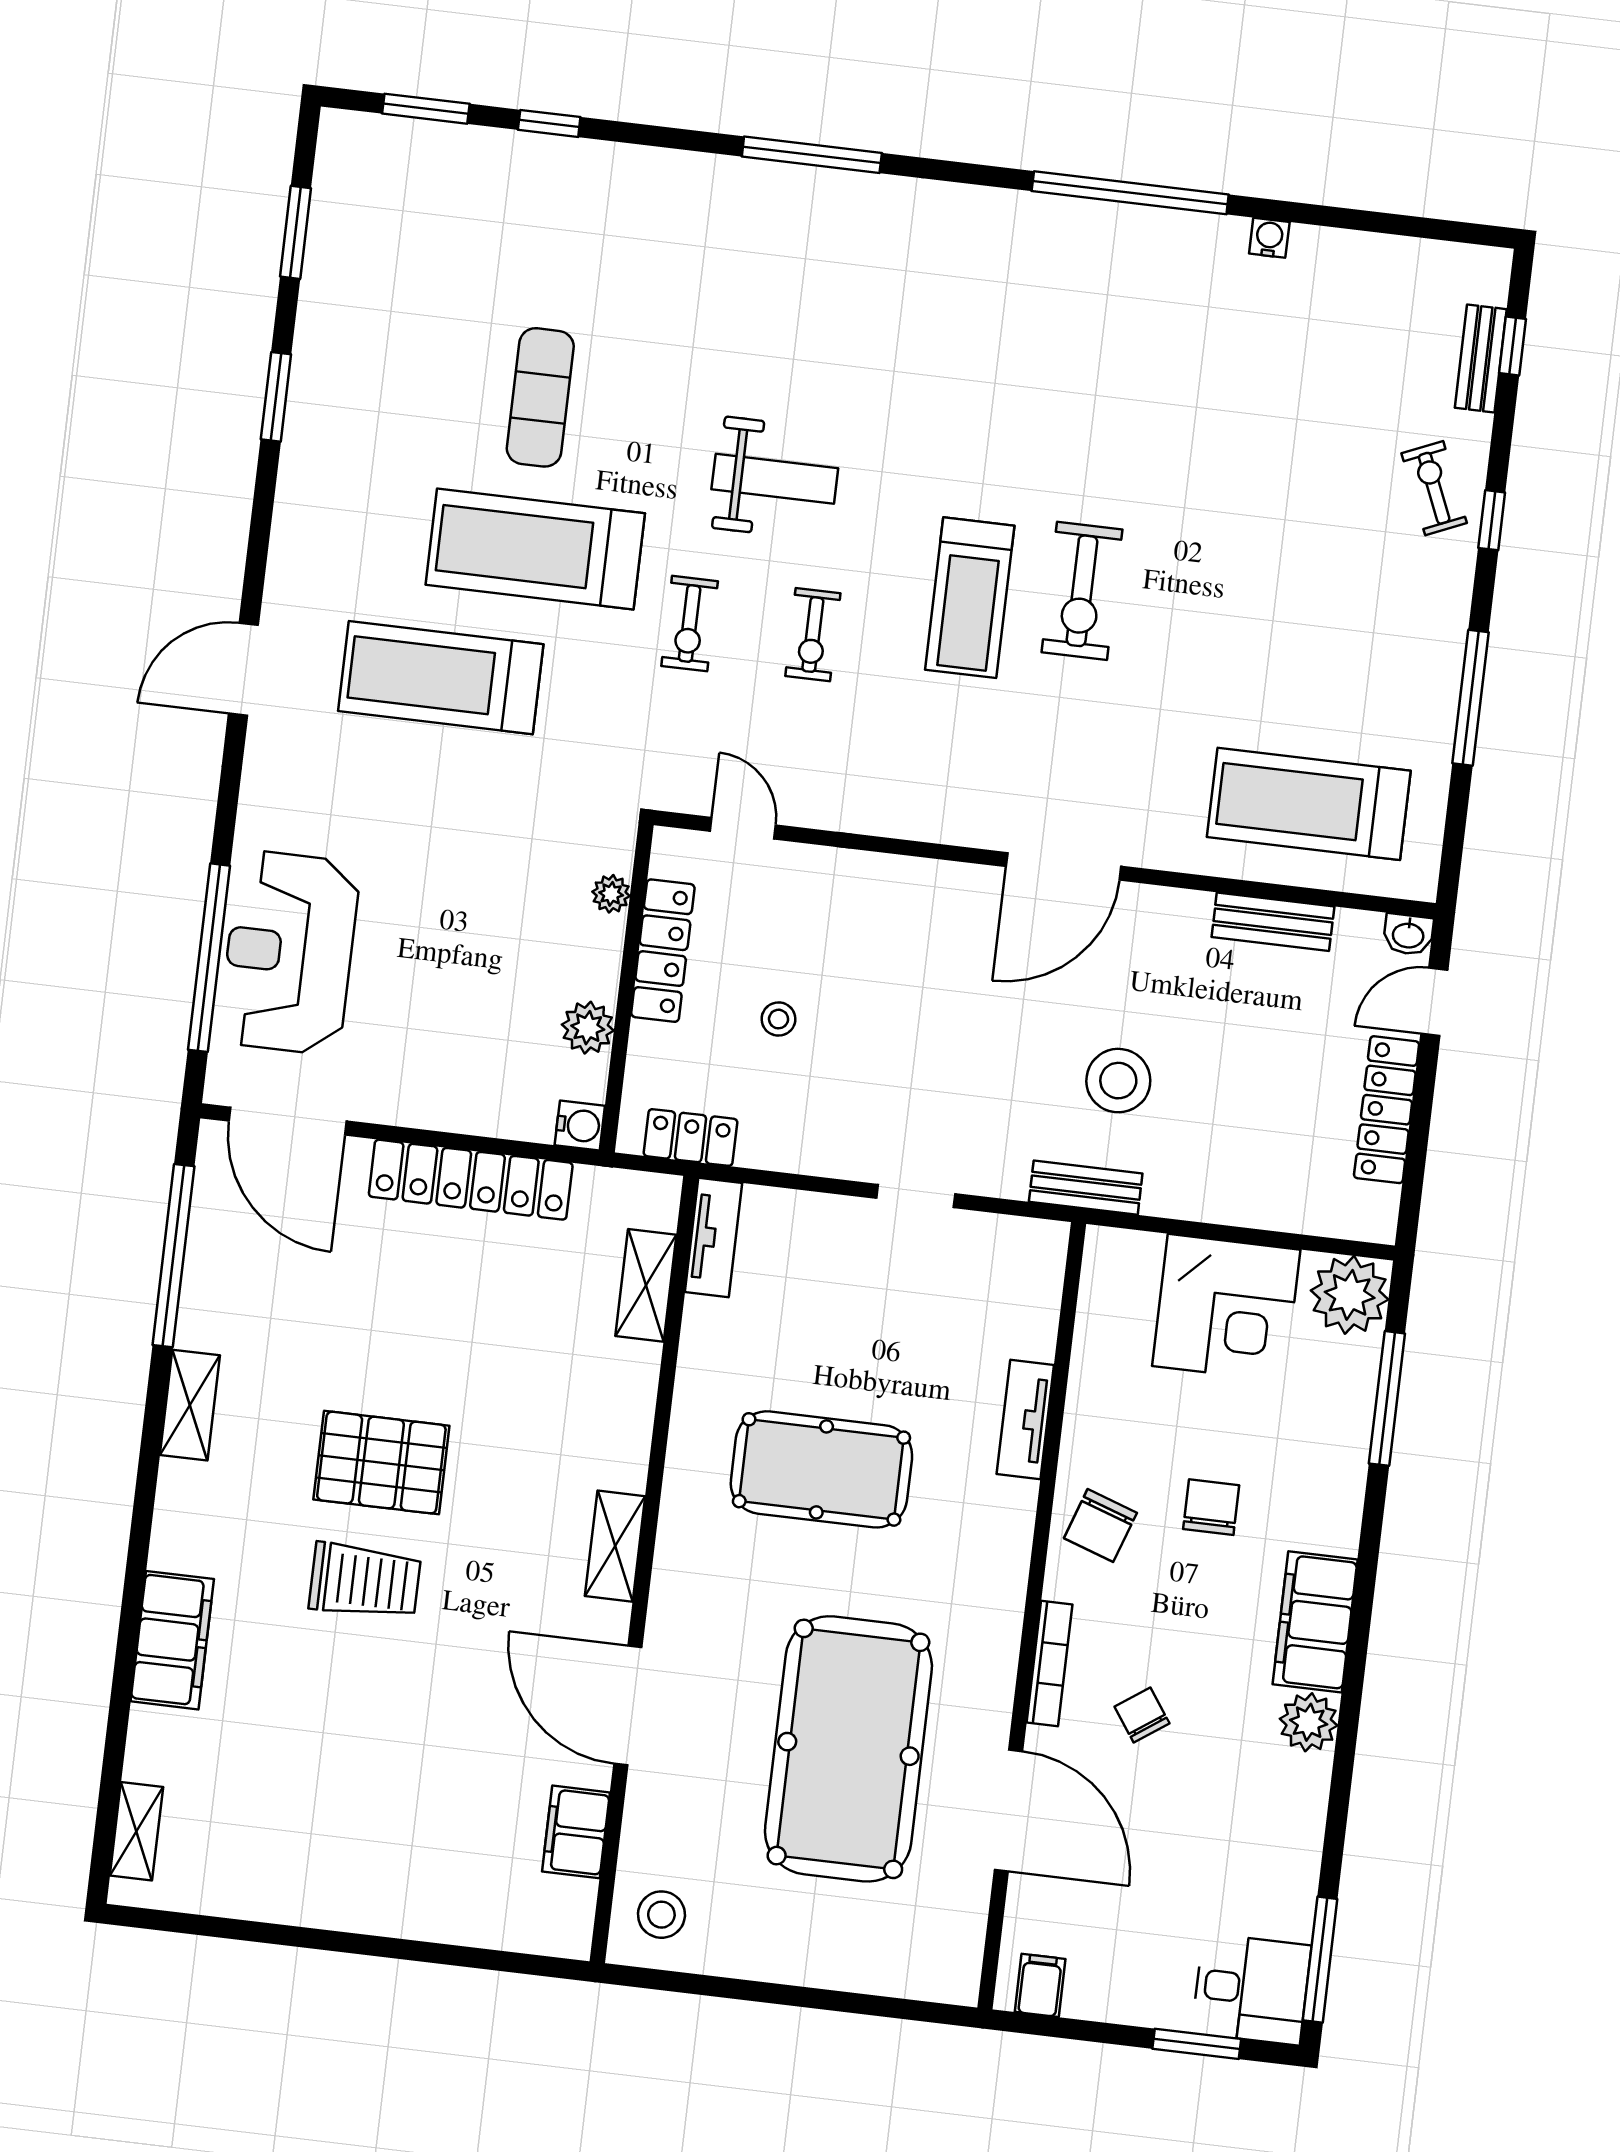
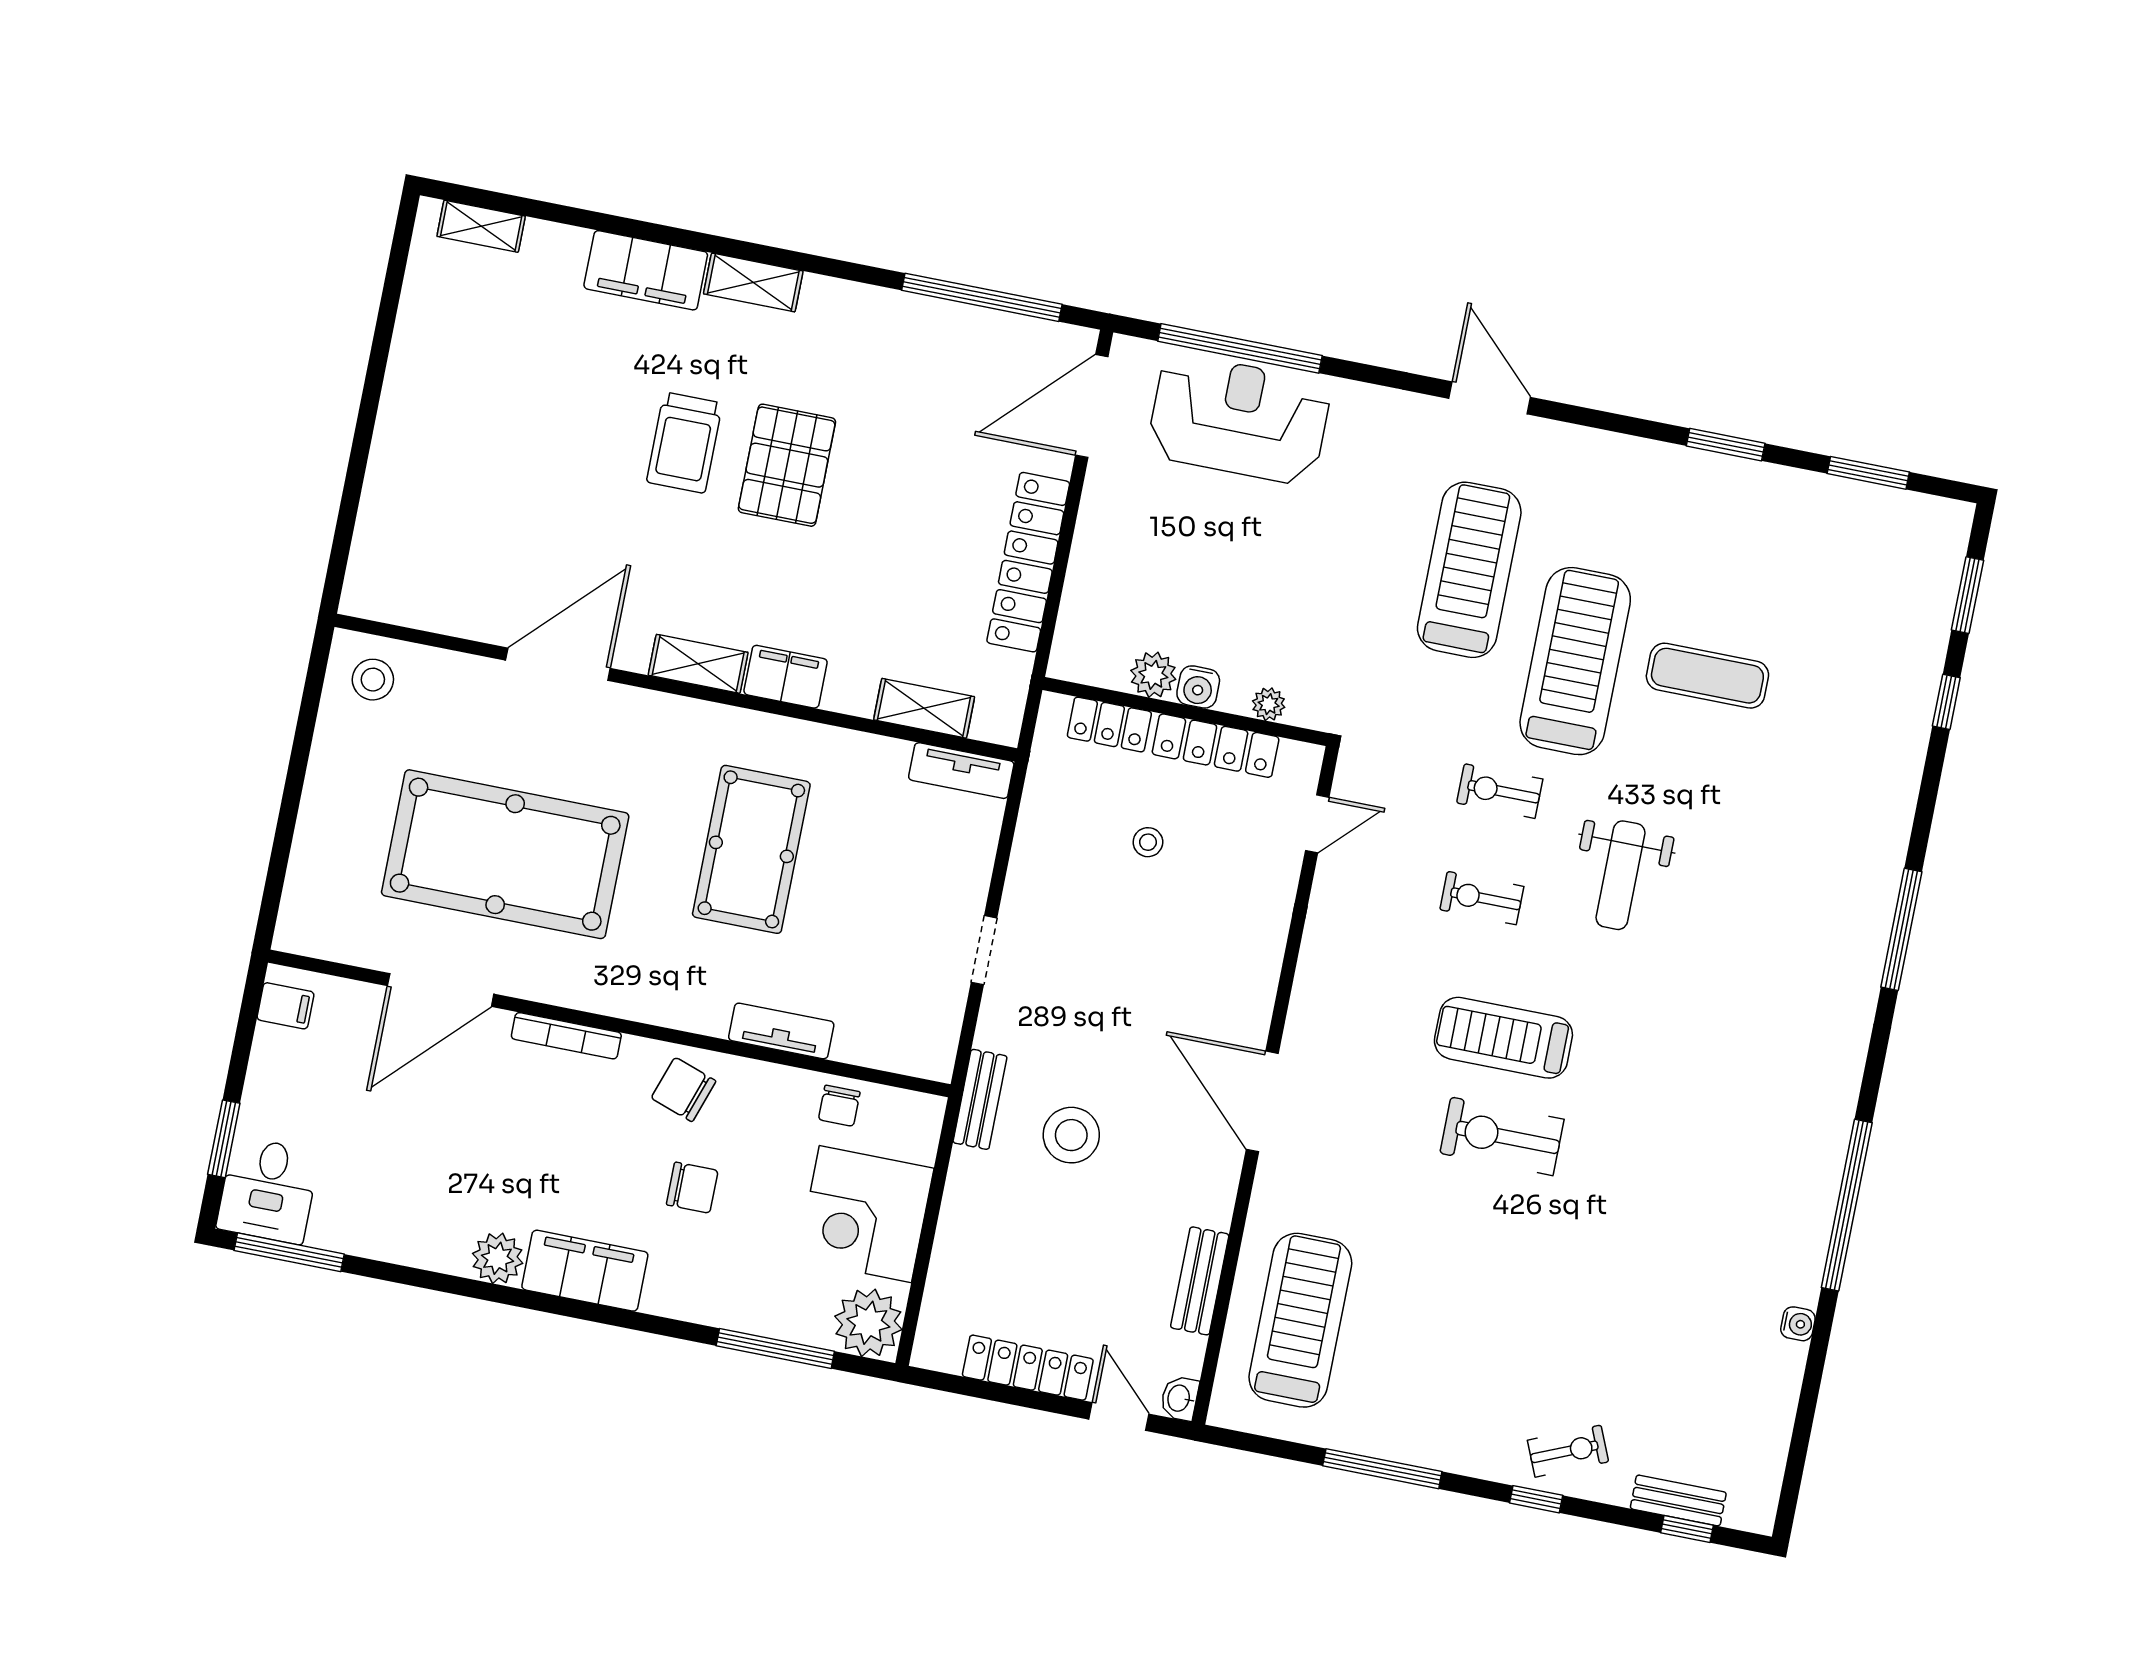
water cooler: (580, 1125) -> (1198, 687), moved
locker: (691, 1137) -> (1109, 724), moved, turned 90
shelving: (190, 1405) -> (753, 282), moved
chair: (1142, 1715) -> (839, 1106), moved, turned 125
filing cabinet: (576, 1832) -> (786, 677), moved

